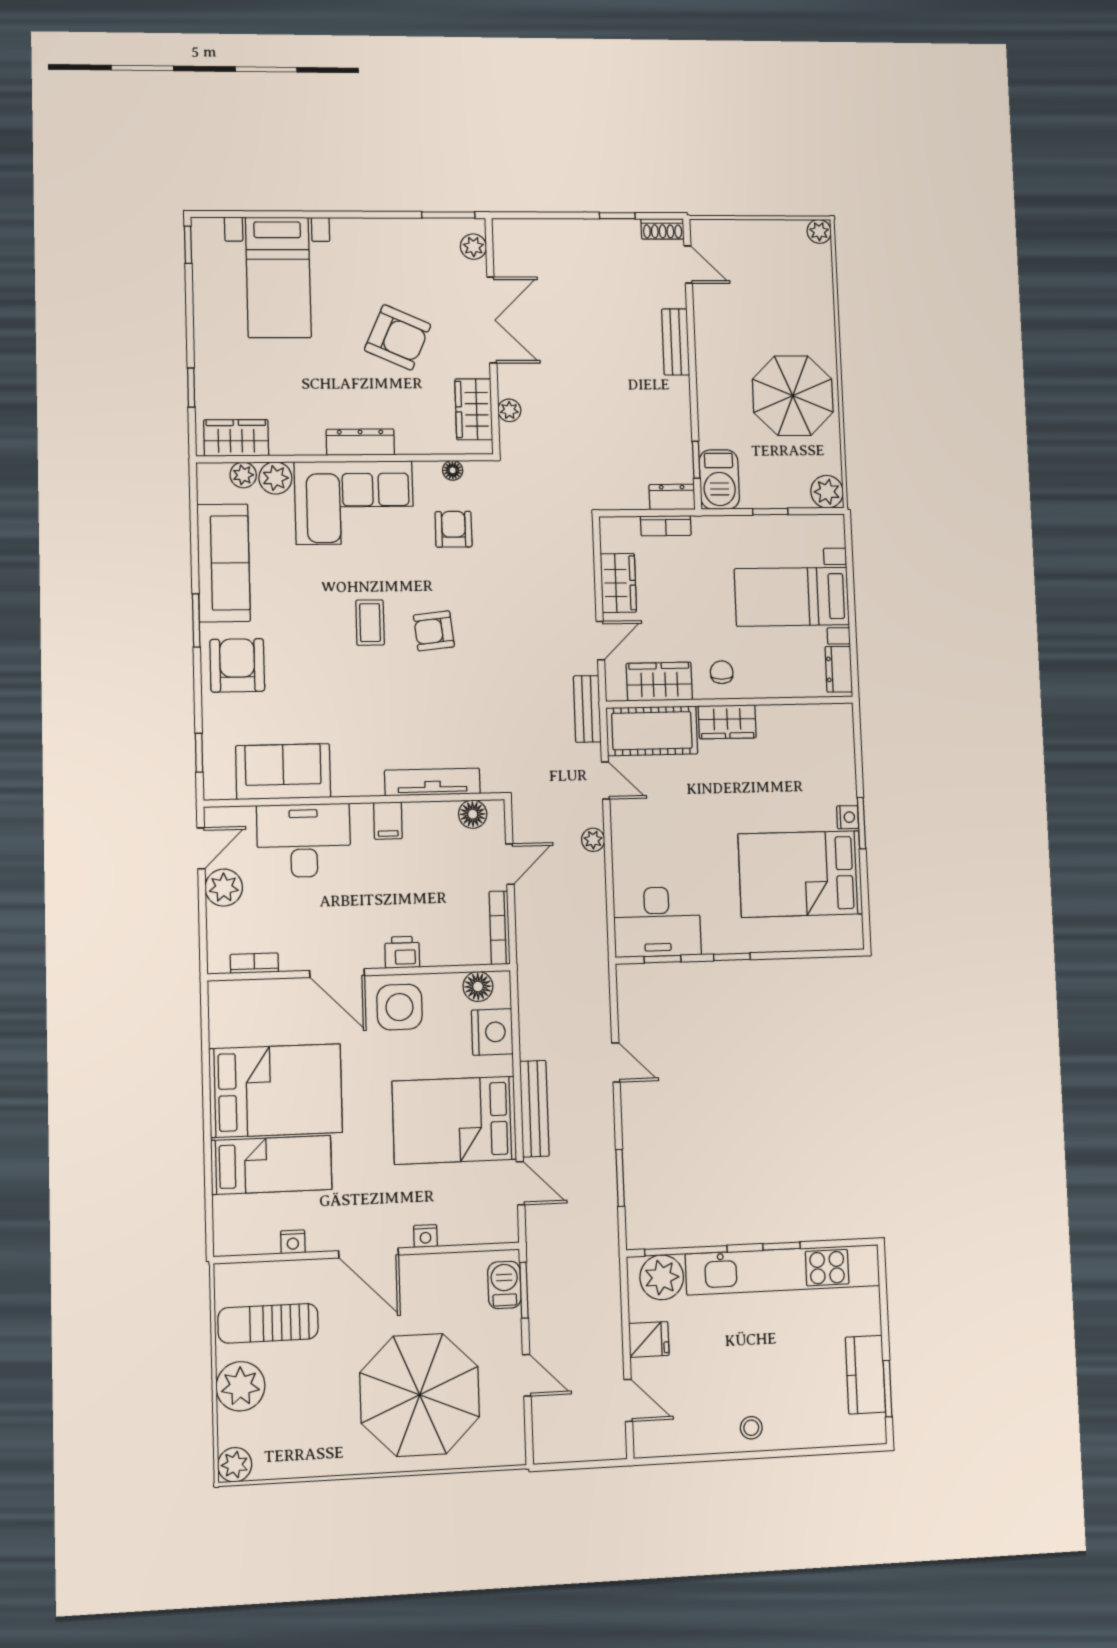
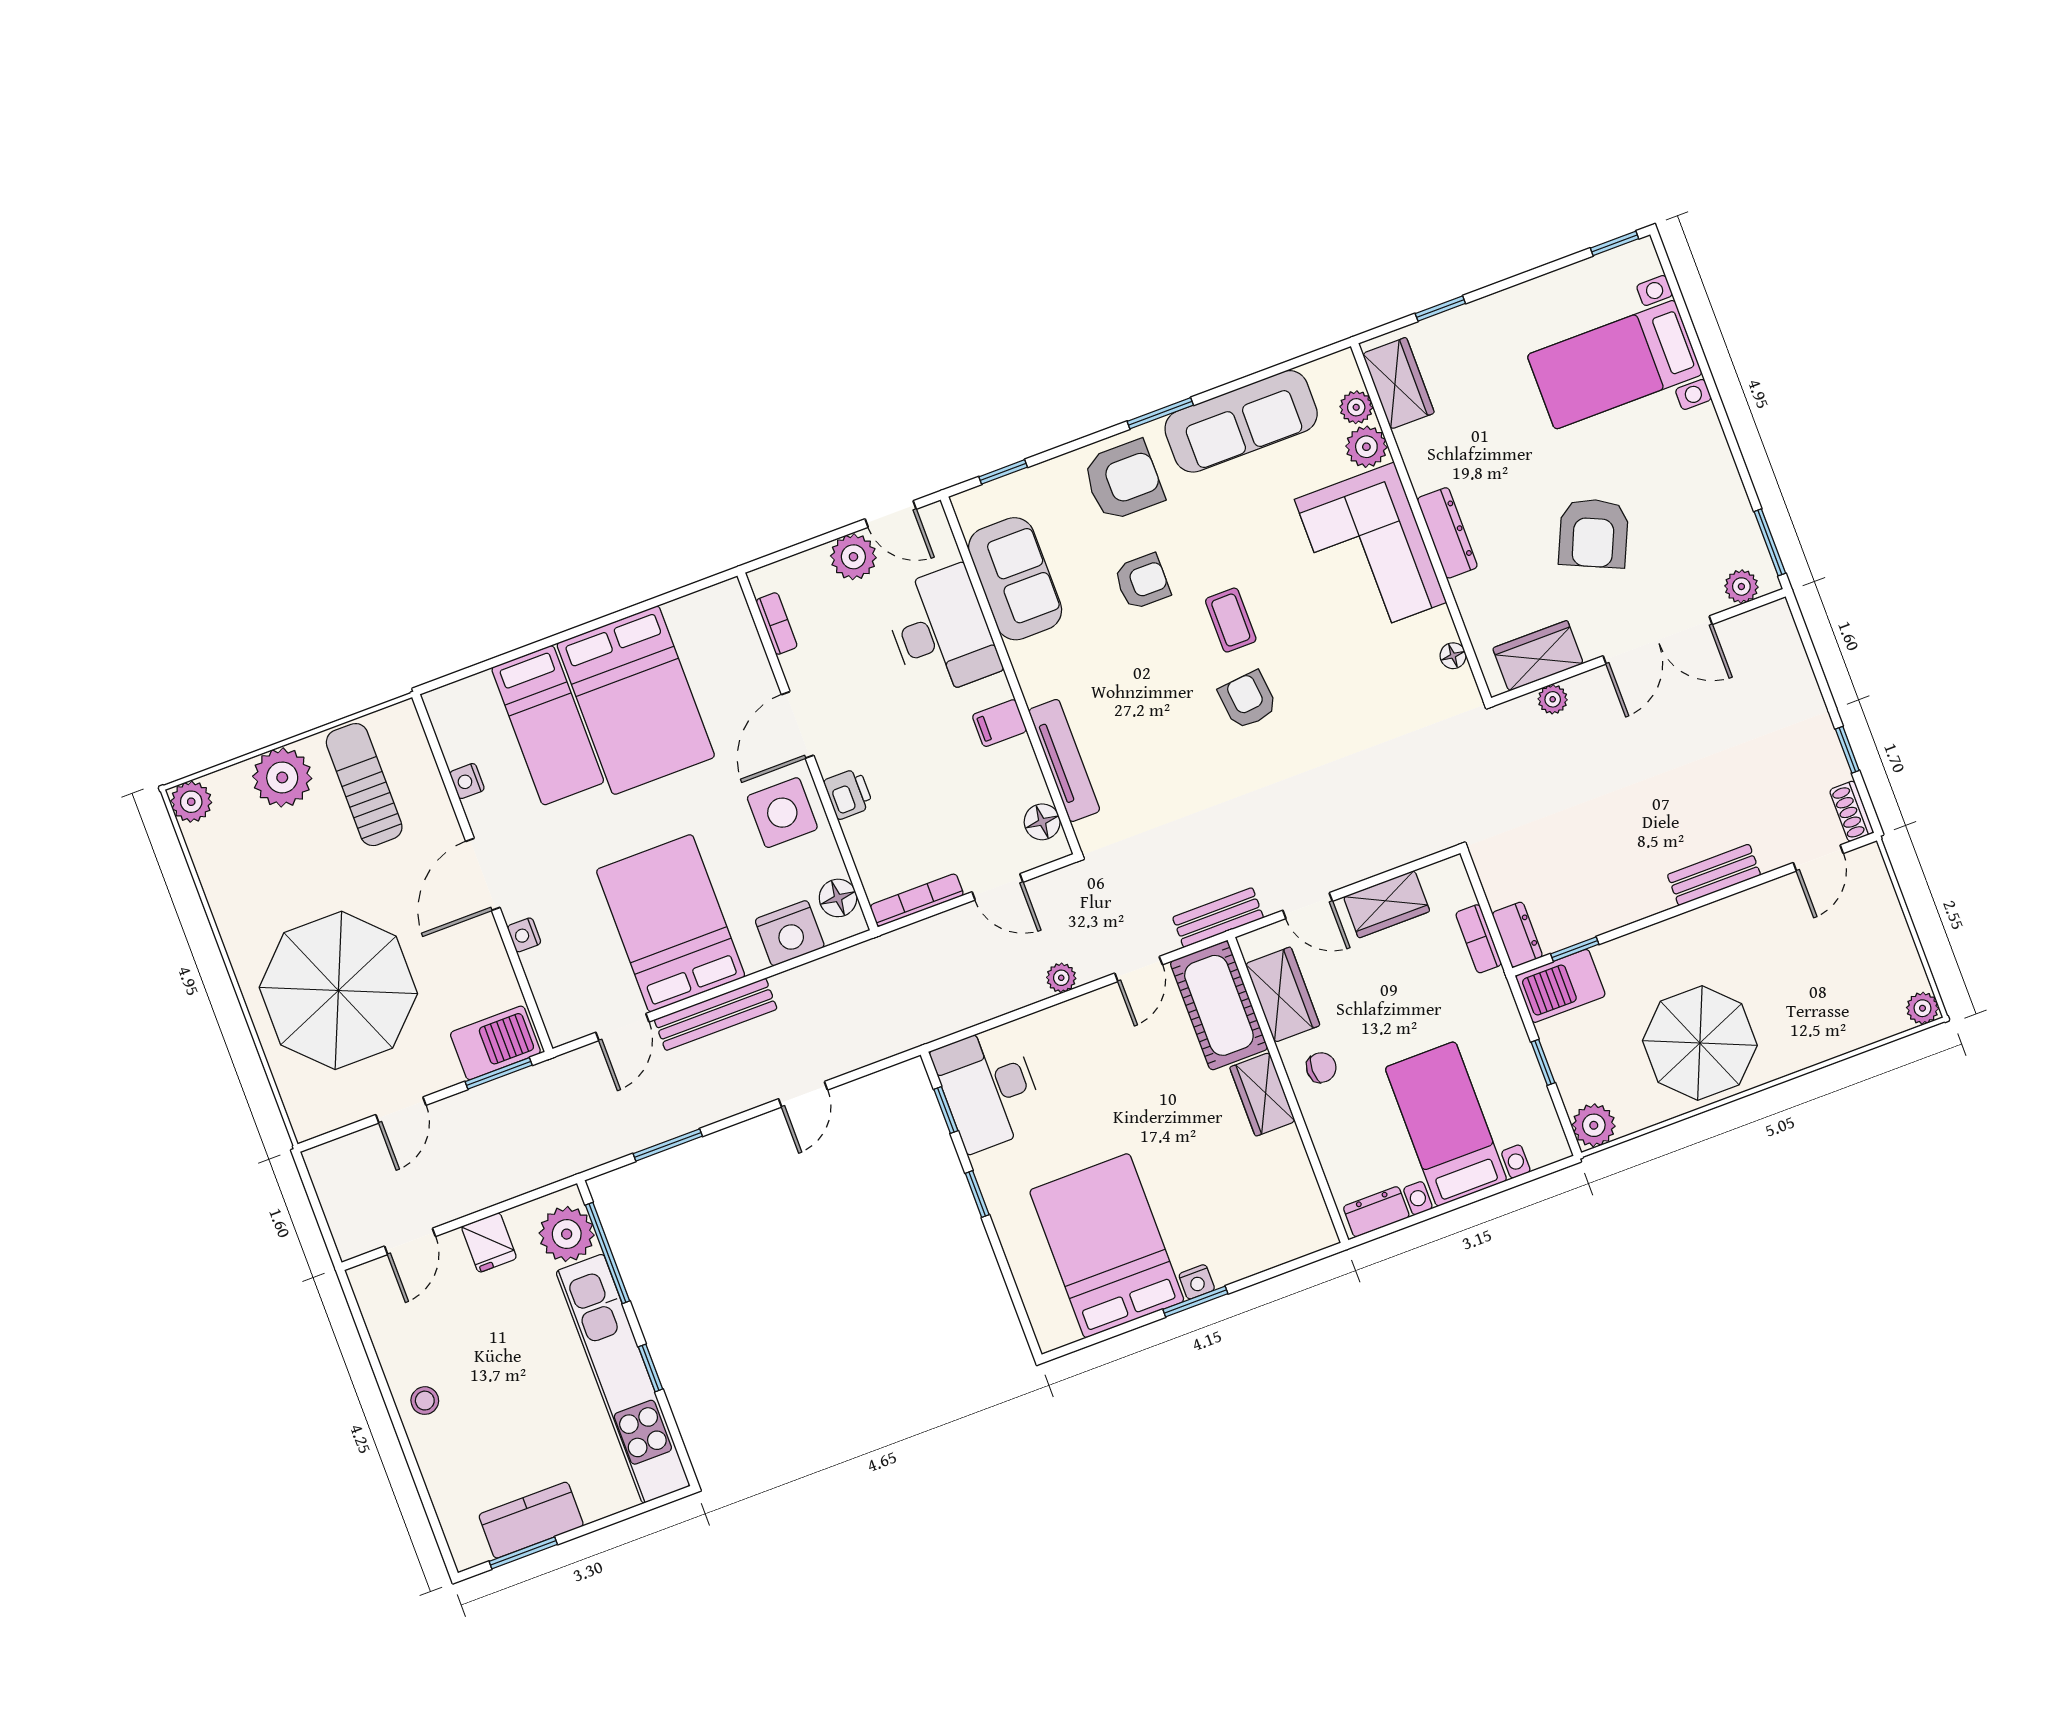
armchair: (454, 529) -> (1142, 582), moved
coffee table: (370, 623) -> (1231, 620), turned 90
barbecue: (504, 1285) -> (495, 1043), width x1.38, depth x1.27

